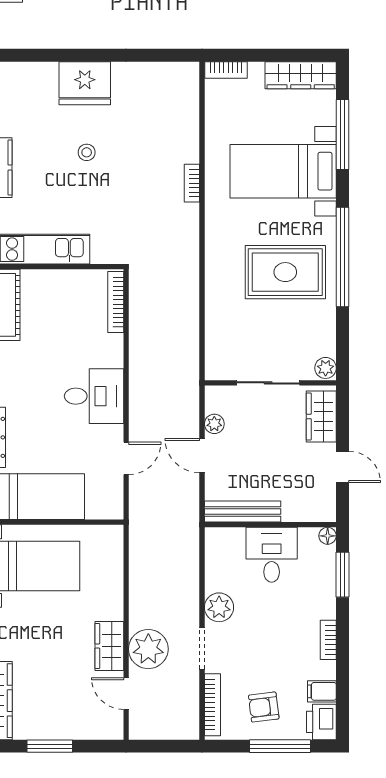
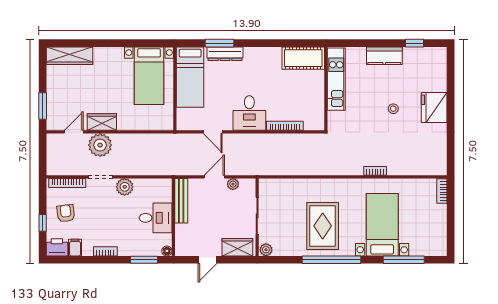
wardrobe: (301, 75) -> (439, 235), removed
bookcase: (116, 302) -> (285, 126), moved
window: (50, 746) -> (43, 106), moved
window: (280, 746) -> (43, 223), width x0.46

